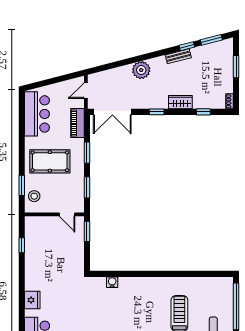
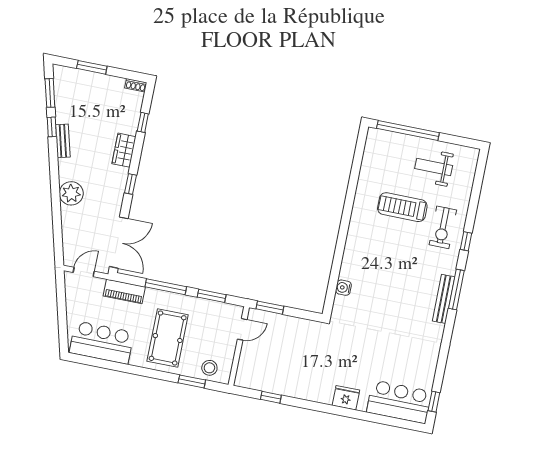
door: (86, 91) -> (84, 272), swing flipped
window: (87, 153) -> (166, 287), width x1.44

